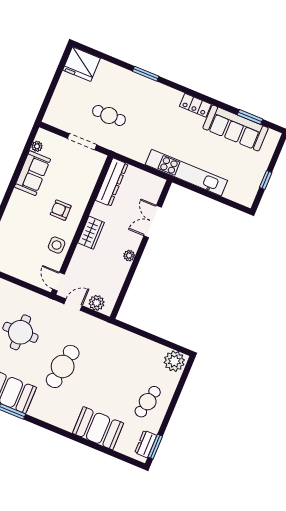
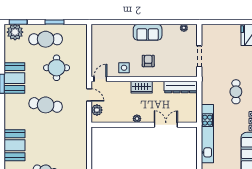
cafe table: (109, 115) -> (236, 92), moved
sofa: (32, 173) -> (148, 32), moved

